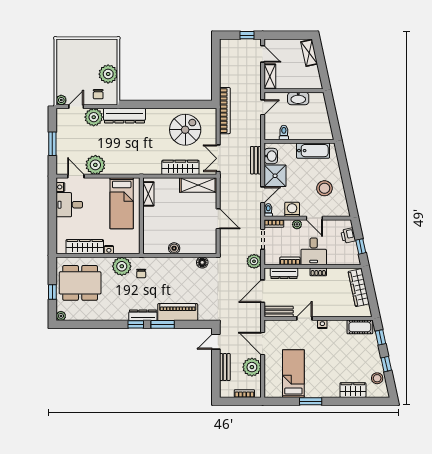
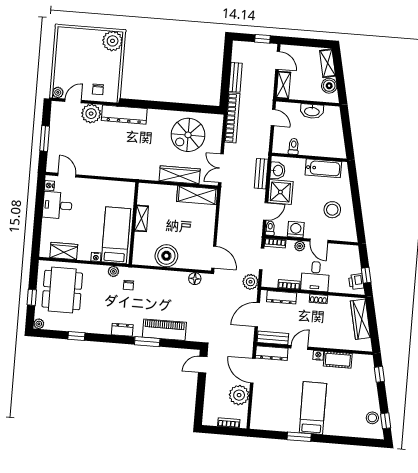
plant: (108, 74) -> (113, 41), moved
boiler: (312, 74) -> (329, 86), added
door: (263, 107) -> (273, 118), hinge flipped
spiral stairs: (185, 130) -> (188, 135), turned 180
plant: (95, 165) -> (89, 165), removed
shelving: (148, 194) -> (142, 218), moved
bed: (122, 203) -> (116, 235), moved, turned 180
door: (218, 219) -> (214, 257), moved
printer: (348, 235) -> (356, 282), moved
wardrobe: (85, 247) -> (64, 251), width x0.67
boiler: (174, 248) -> (166, 256), width x1.86, depth x1.86
plant: (122, 266) -> (113, 271), width x0.53, depth x0.53
dining table: (80, 283) -> (62, 290), turned 90
dresser: (143, 315) -> (122, 330), width x0.70
window: (136, 324) -> (76, 336), moved
dresser: (279, 326) -> (272, 353), added
cot: (360, 327) -> (338, 360), moved
window: (386, 364) -> (386, 421), moved
bench: (225, 367) -> (235, 77), moved
bed: (293, 374) -> (313, 408), moved
wardrobe: (353, 390) -> (345, 428), removed

